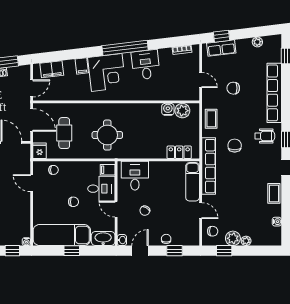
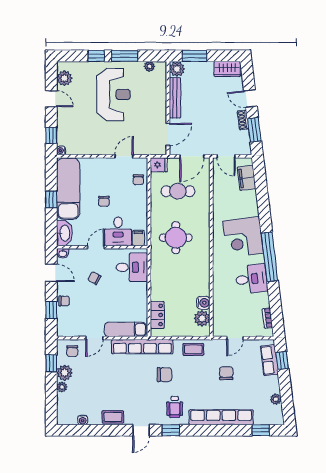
filing cabinet: (82, 66) -> (250, 210), removed

